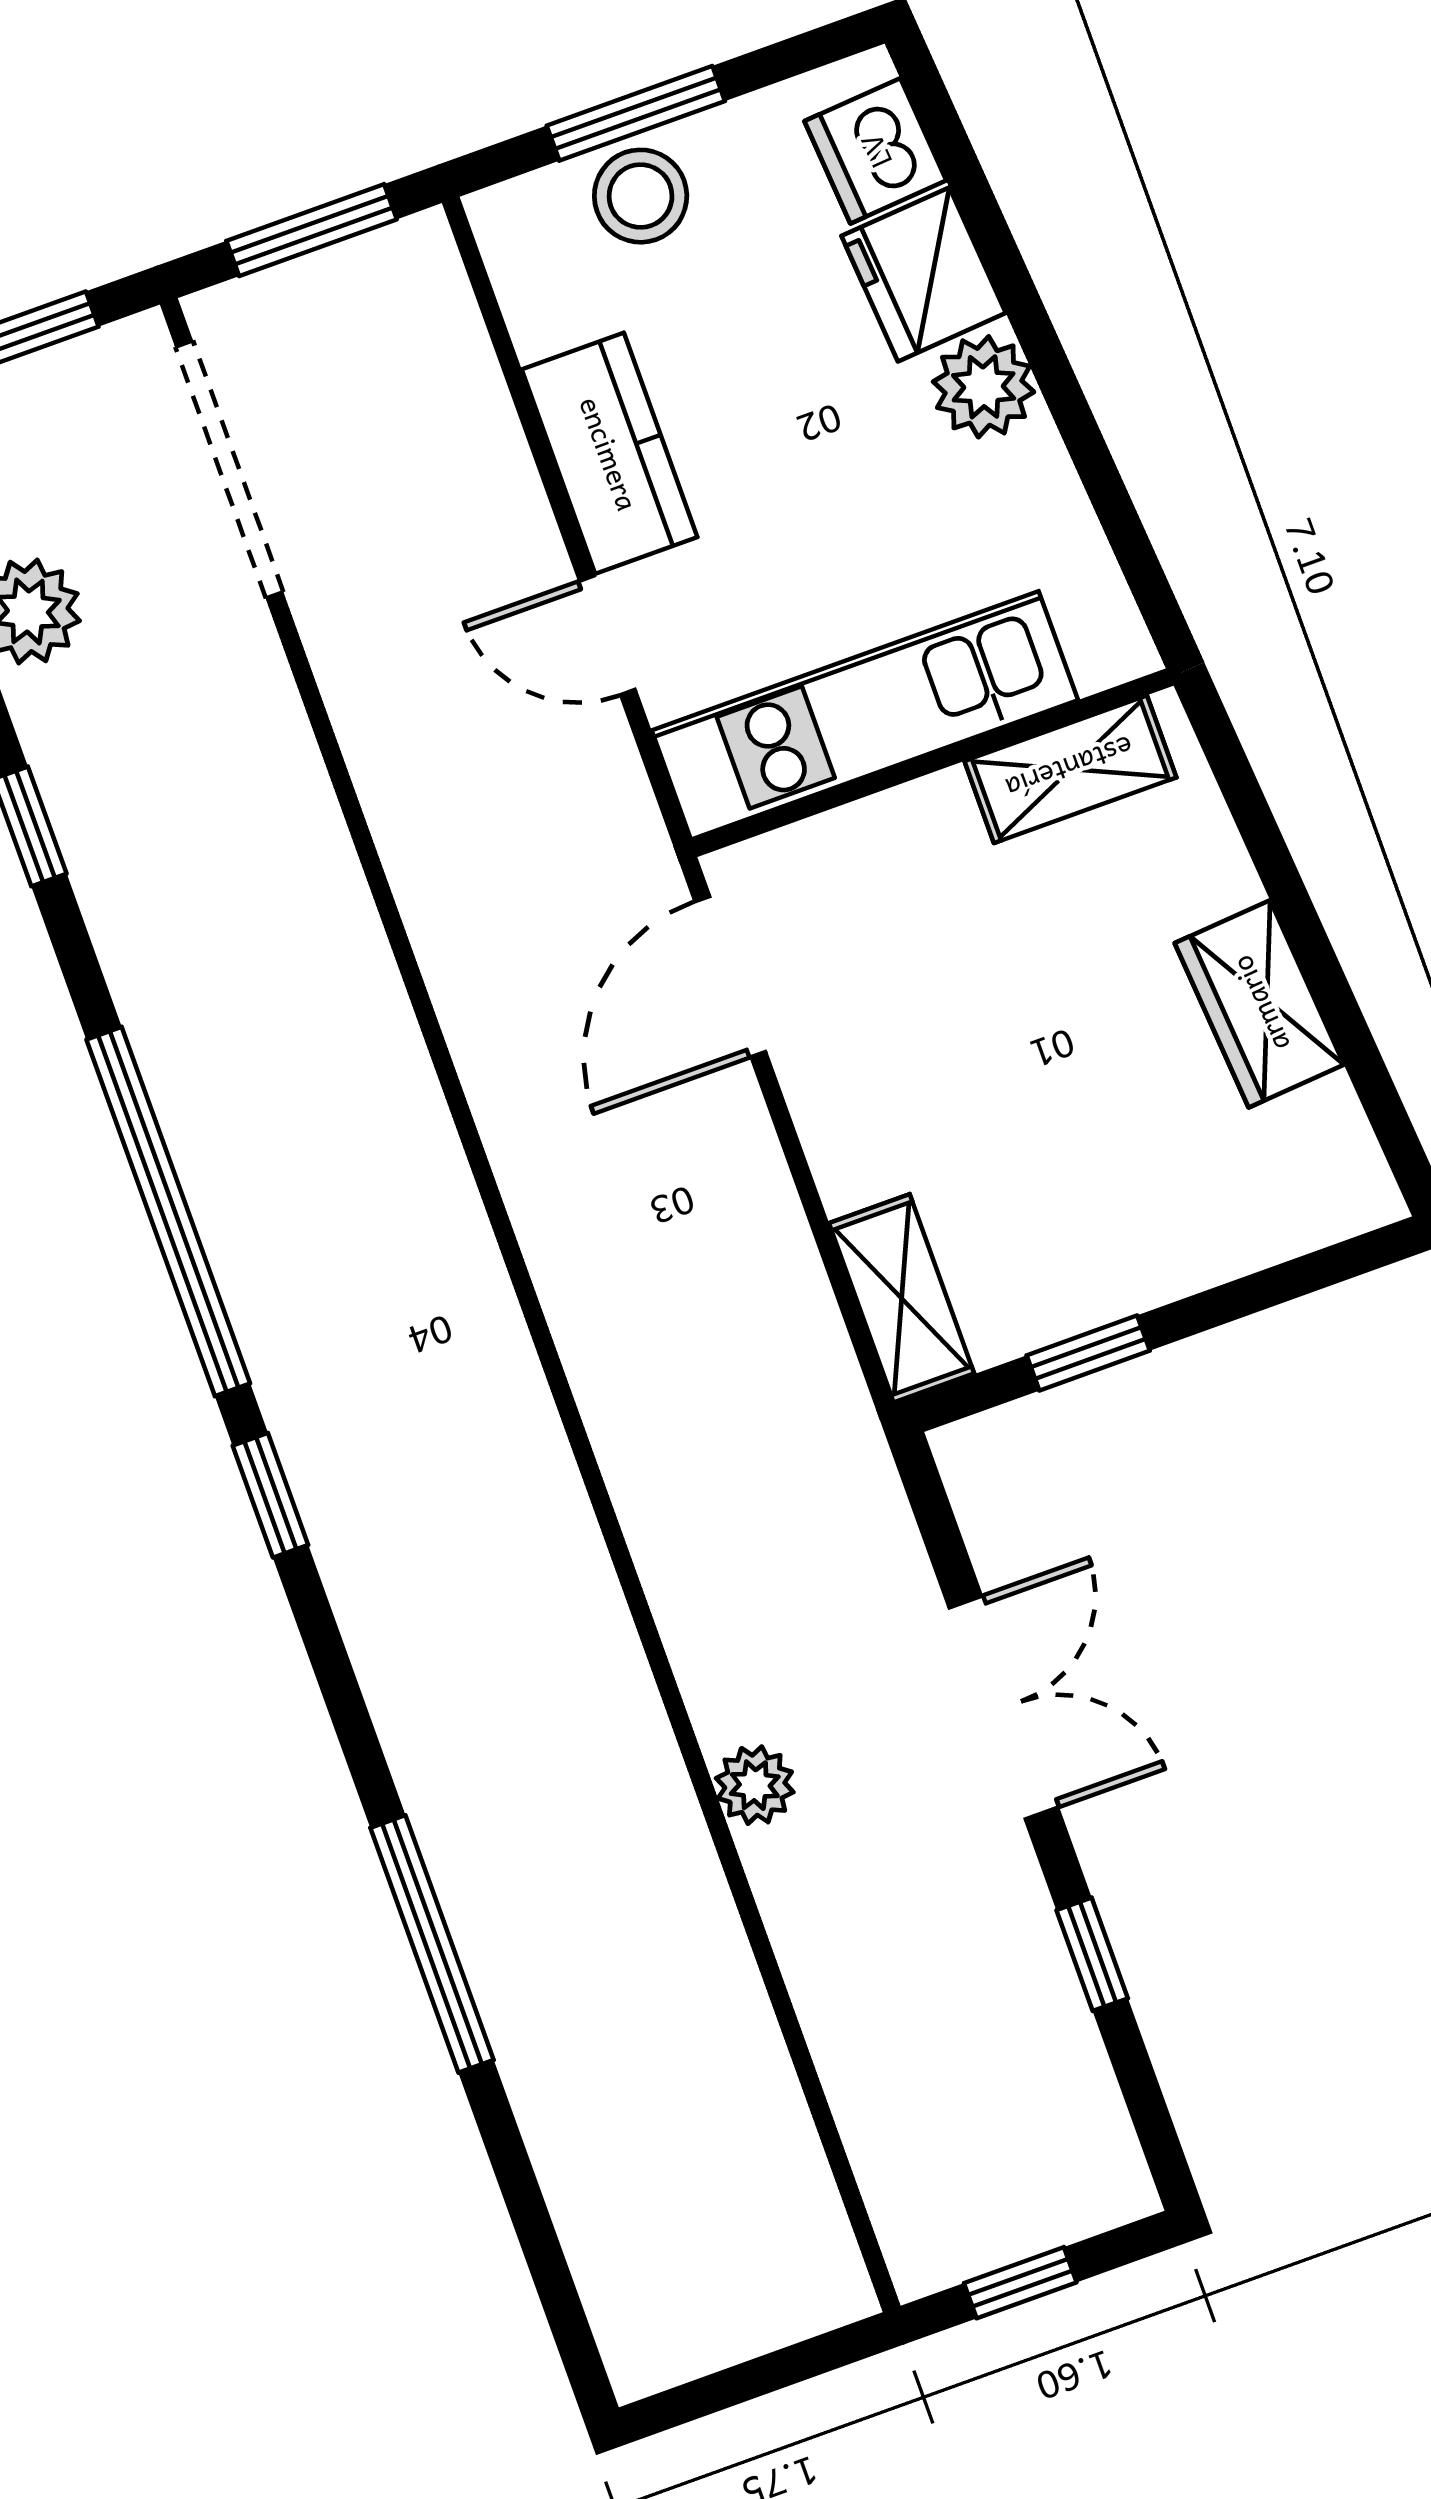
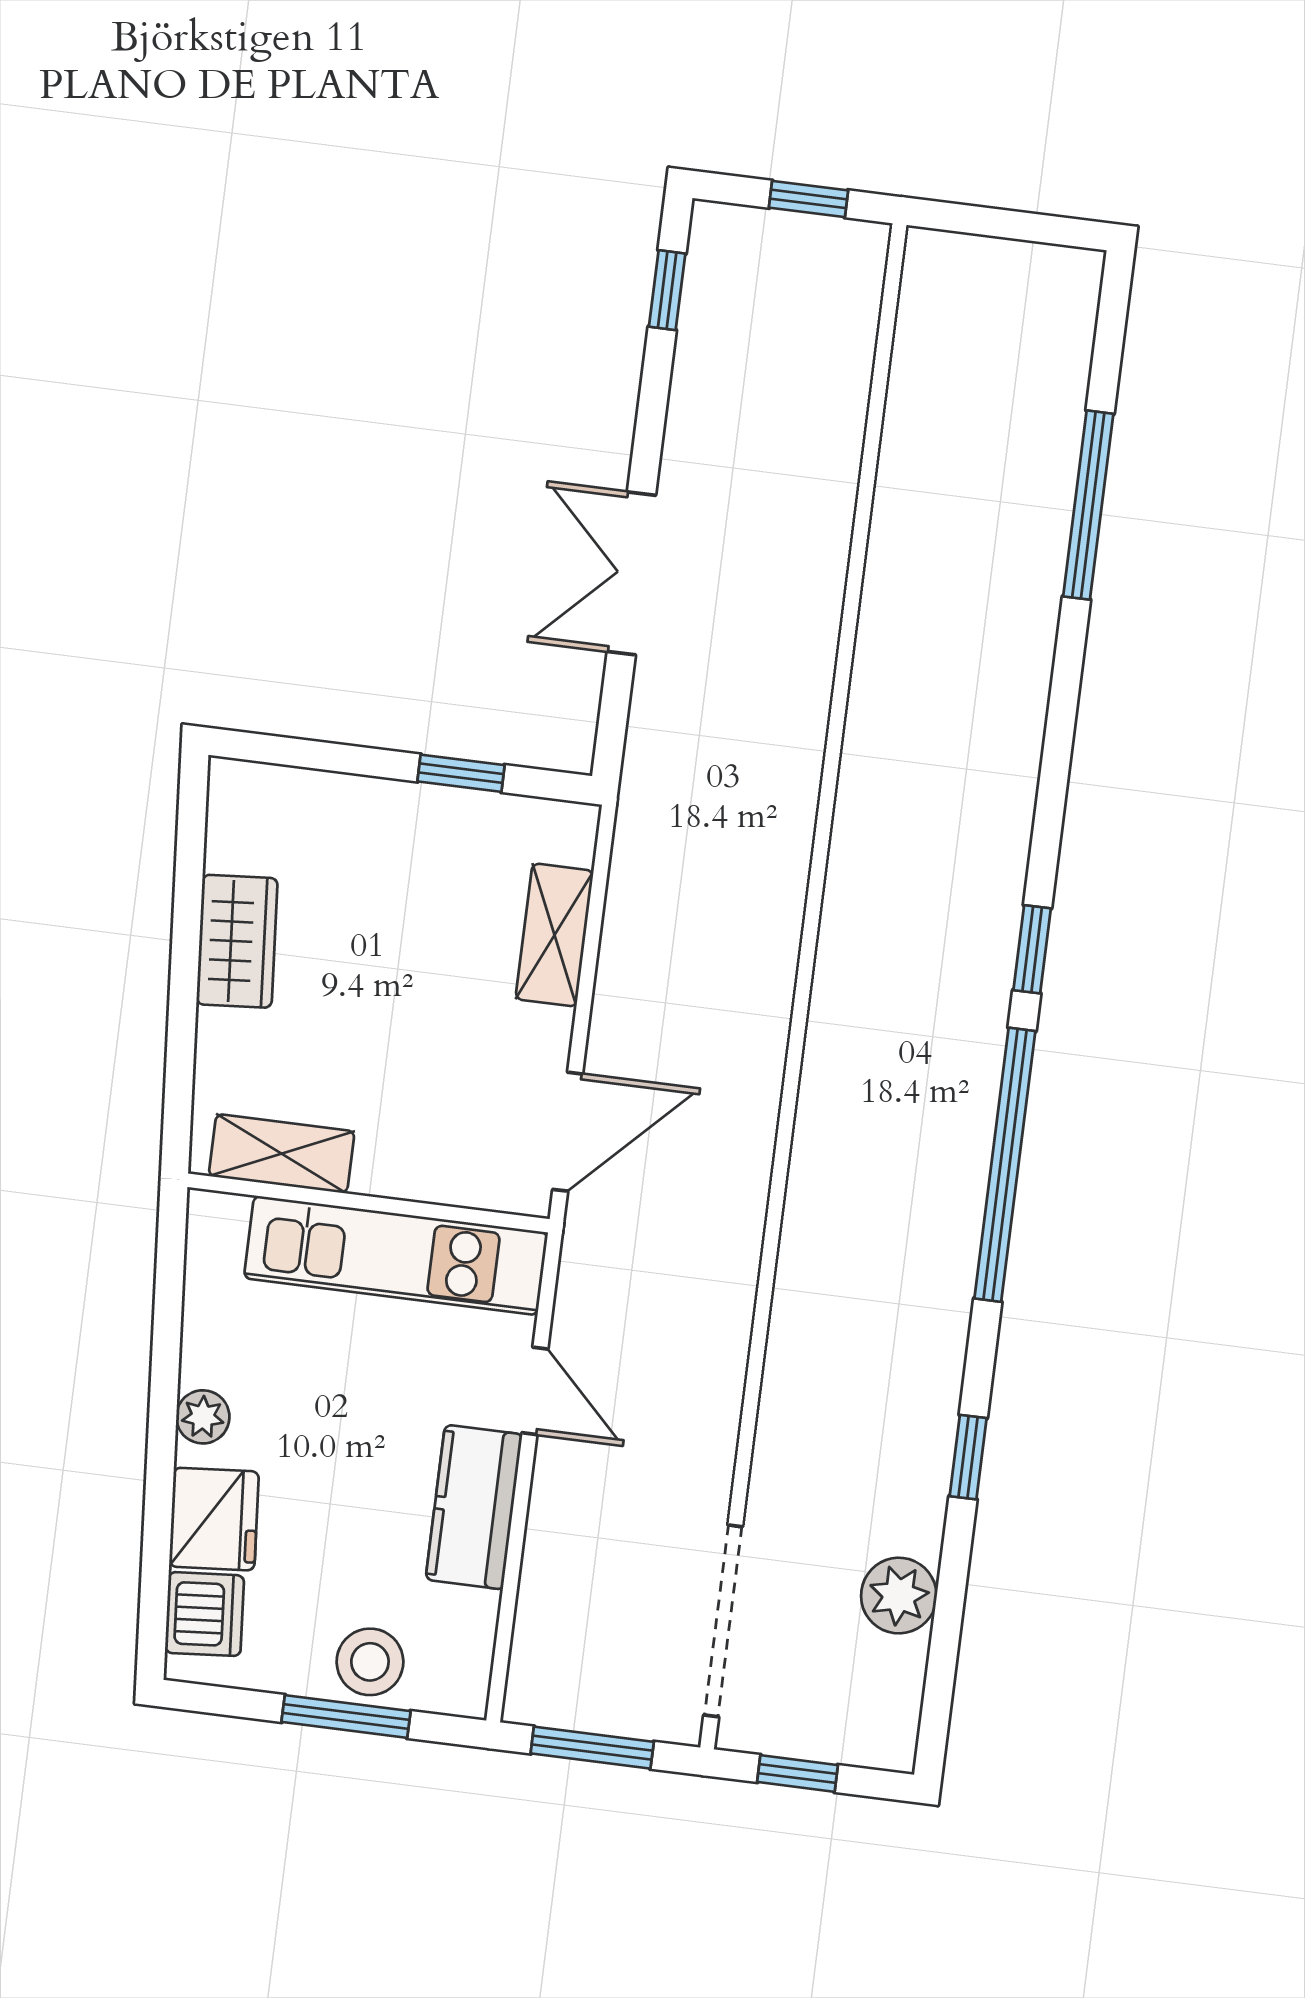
plant: (984, 387) -> (203, 1417), width x0.73, depth x0.73
shelving: (902, 1298) -> (555, 935), moved
plant: (755, 1785) -> (816, 605), removed
window: (432, 1944) -> (1088, 505), moved
window: (1092, 1954) -> (667, 290), moved

